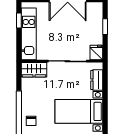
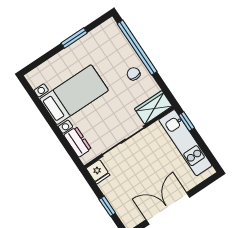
window: (19, 21) -> (187, 121), moved
chair: (31, 121) -> (134, 74), moved

